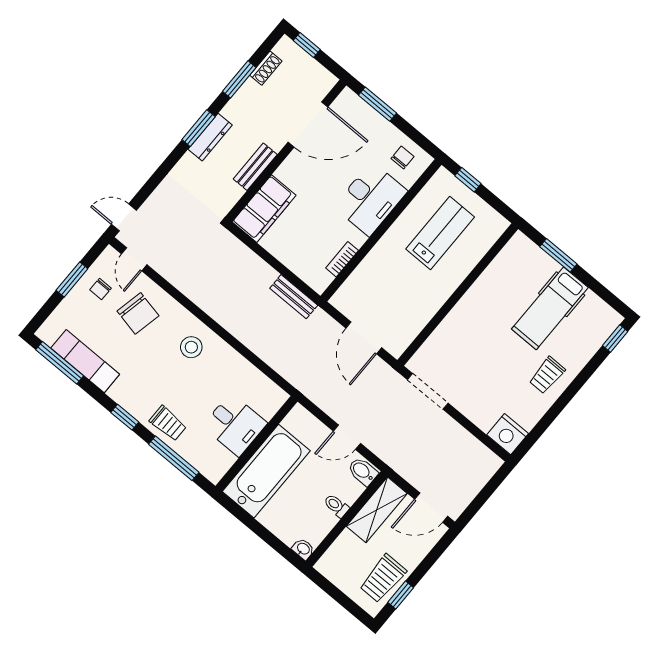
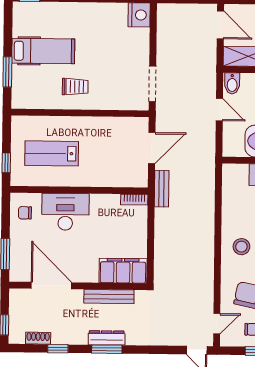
window: (239, 79) -> (58, 349), width x0.67
bench: (255, 167) -> (109, 297), width x1.36
bookcase: (342, 259) -> (134, 200), moved
bench: (294, 297) -> (162, 189), moved
trolley: (547, 375) -> (75, 87), moved

